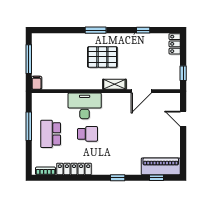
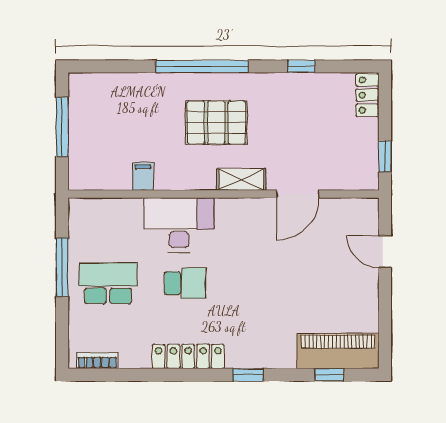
window: (96, 30) -> (202, 66), width x2.11
filing cabinet: (37, 83) -> (143, 177), moved
school desk: (51, 134) -> (108, 283), turned 90
locker: (74, 169) -> (188, 356), moved

